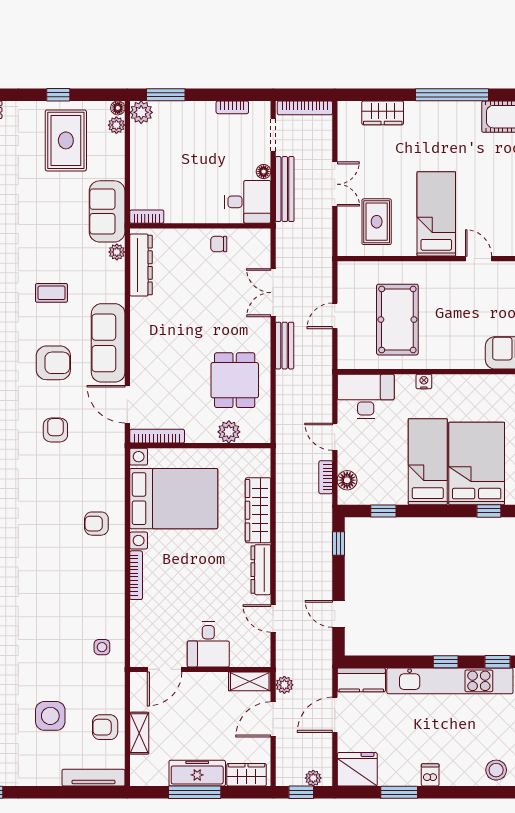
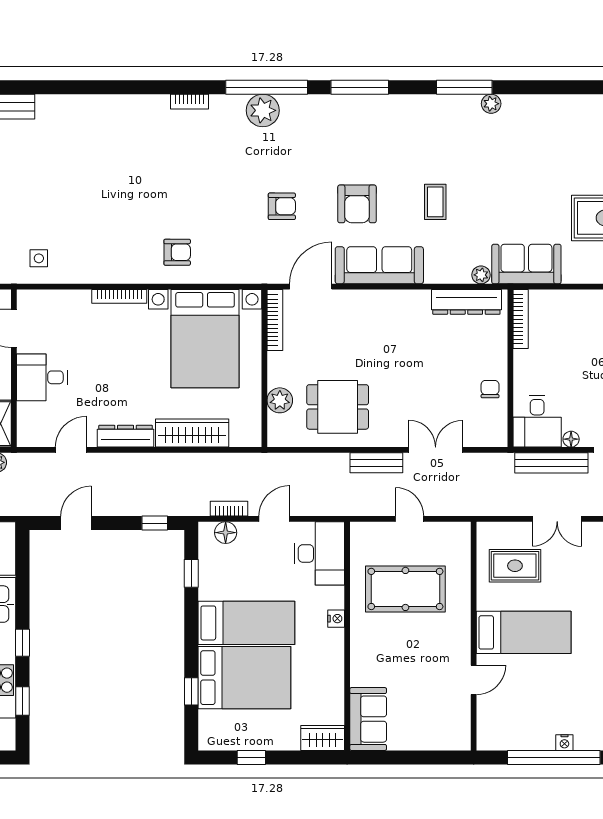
bookcase: (147, 217) -> (521, 319), width x1.56
armchair: (96, 524) -> (177, 252), turned 90

